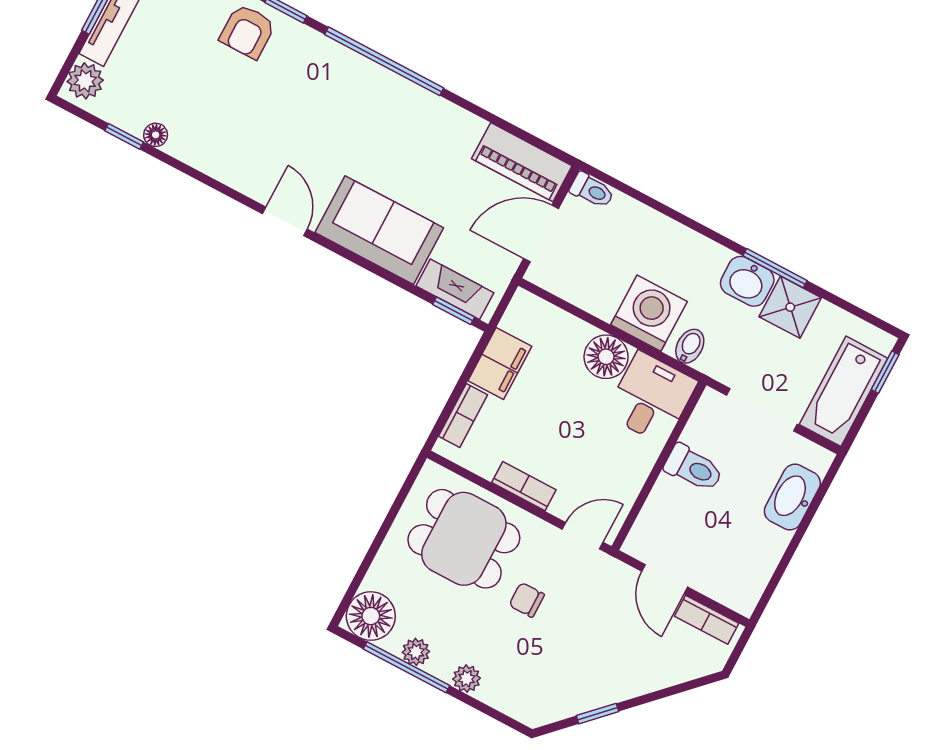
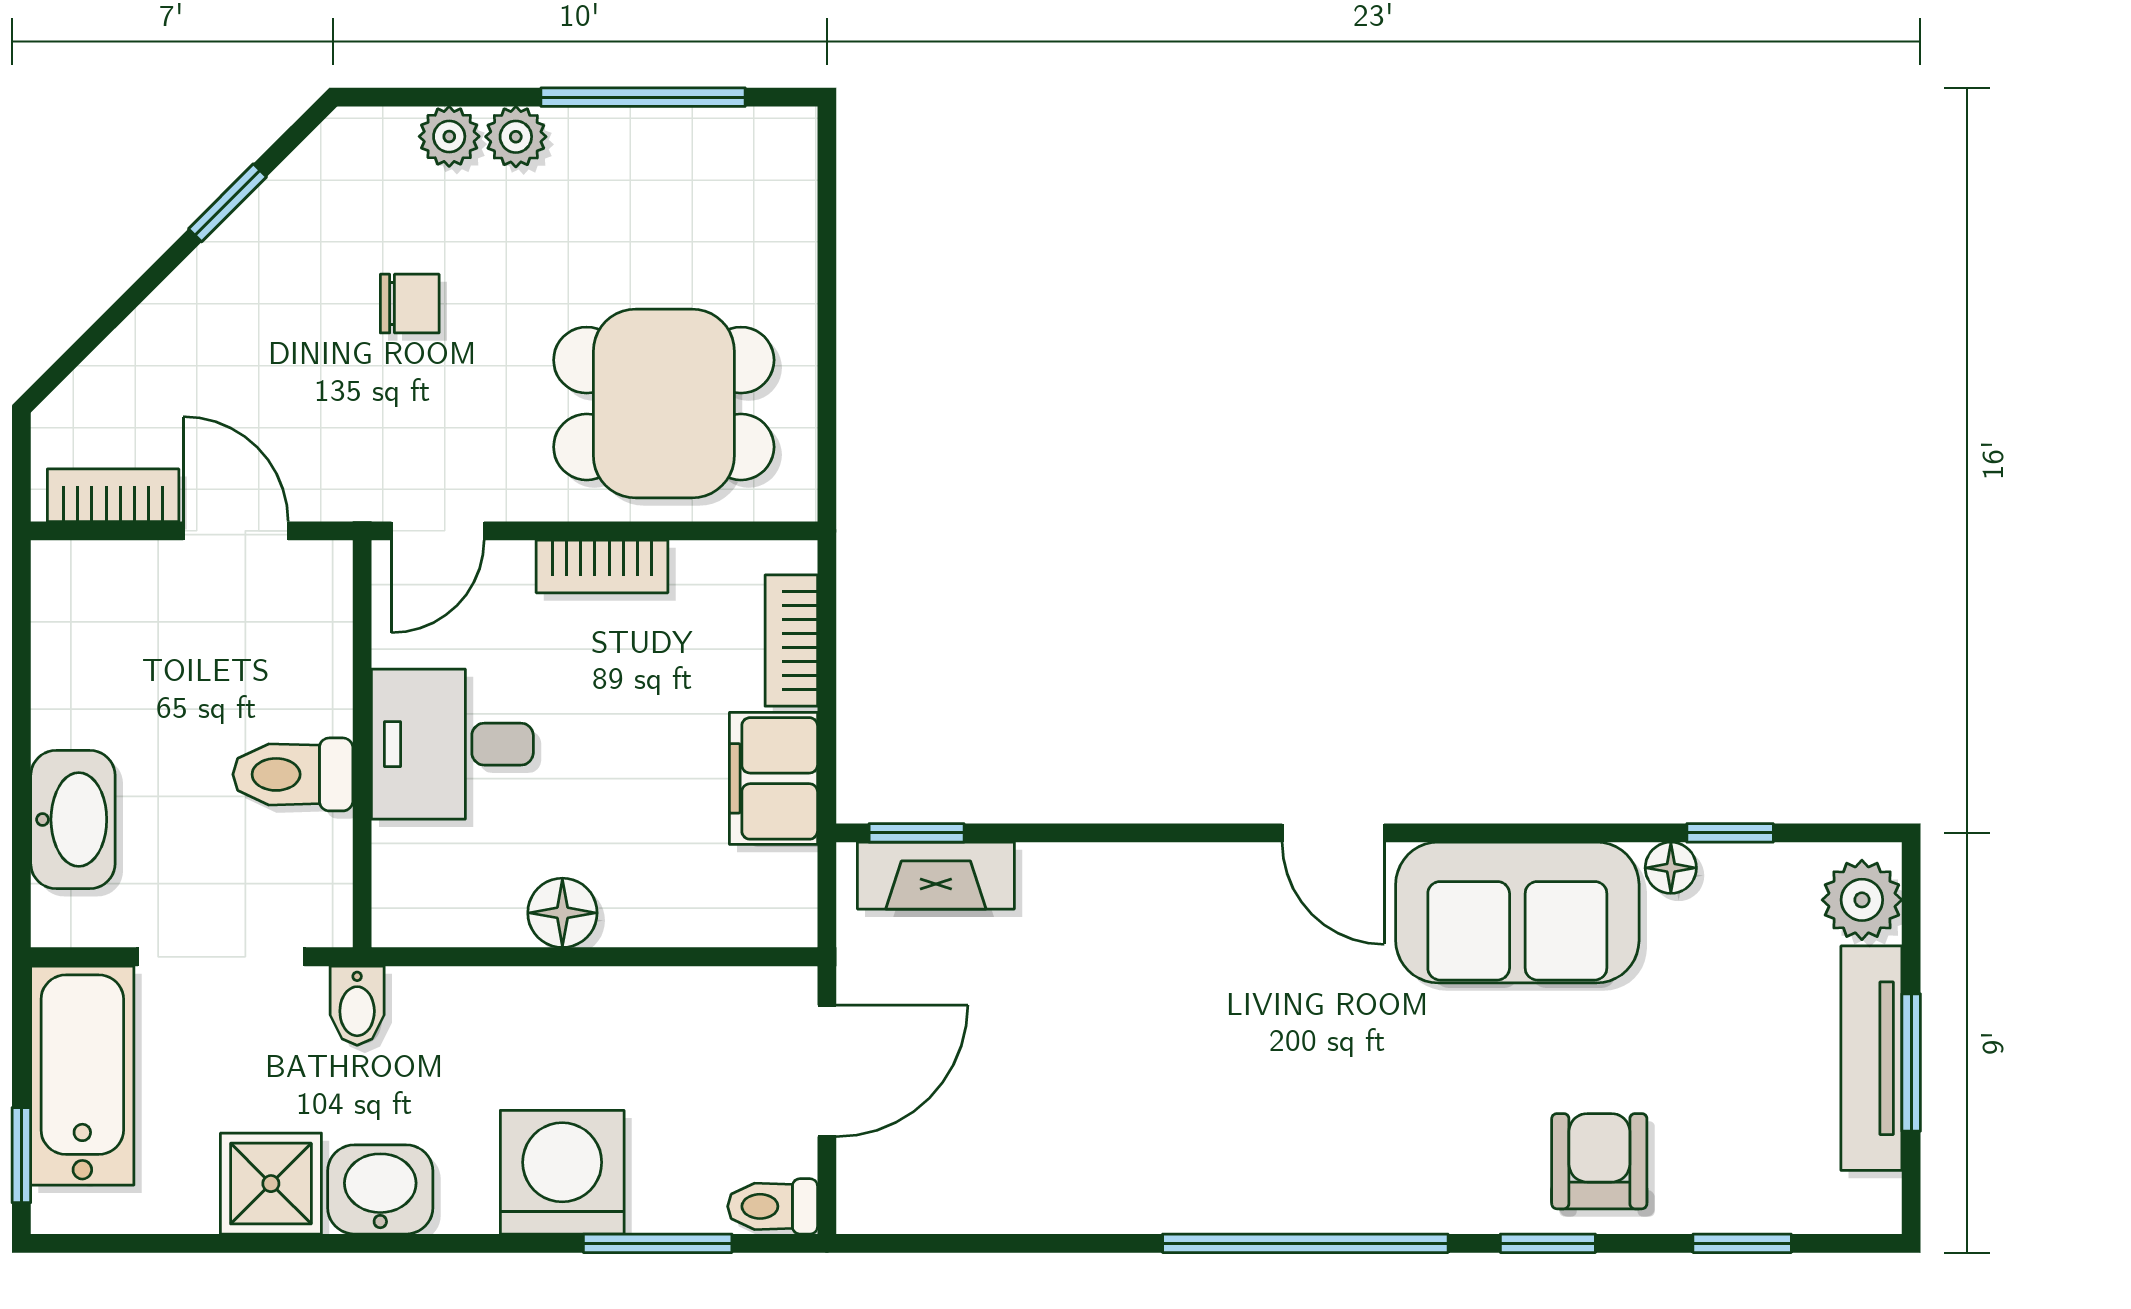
piano: (522, 162) -> (937, 1189), removed
sofa: (379, 230) -> (1517, 912), moved
window: (775, 268) -> (658, 1243), moved
washing machine: (649, 313) -> (562, 1172), moved, turned 180
bidet: (690, 346) -> (357, 1006), moved
floor lamp: (606, 357) -> (562, 913), width x0.73, depth x0.73
desk: (651, 398) -> (452, 744), moved, turned 90
chair: (527, 600) -> (410, 304), moved
floor lamp: (371, 616) -> (764, 160), removed
plant: (416, 652) -> (449, 136), moved

